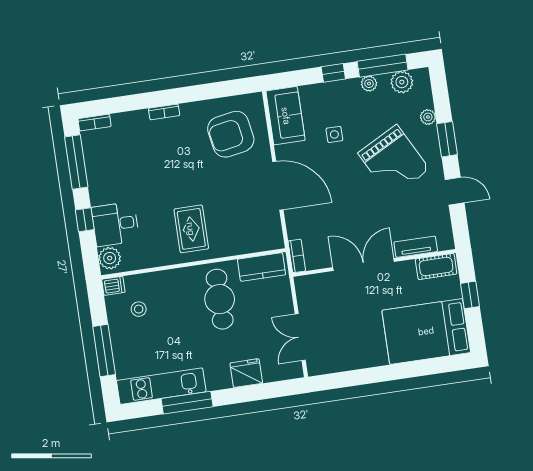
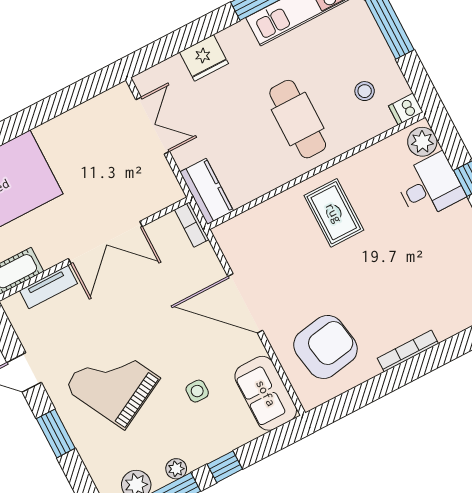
bookcase: (164, 112) -> (408, 351), width x1.56
plant: (428, 117) -> (89, 453), removed
kitchen counter: (262, 267) -> (207, 191), moved, turned 90
cafe table: (220, 299) -> (298, 119), moved

